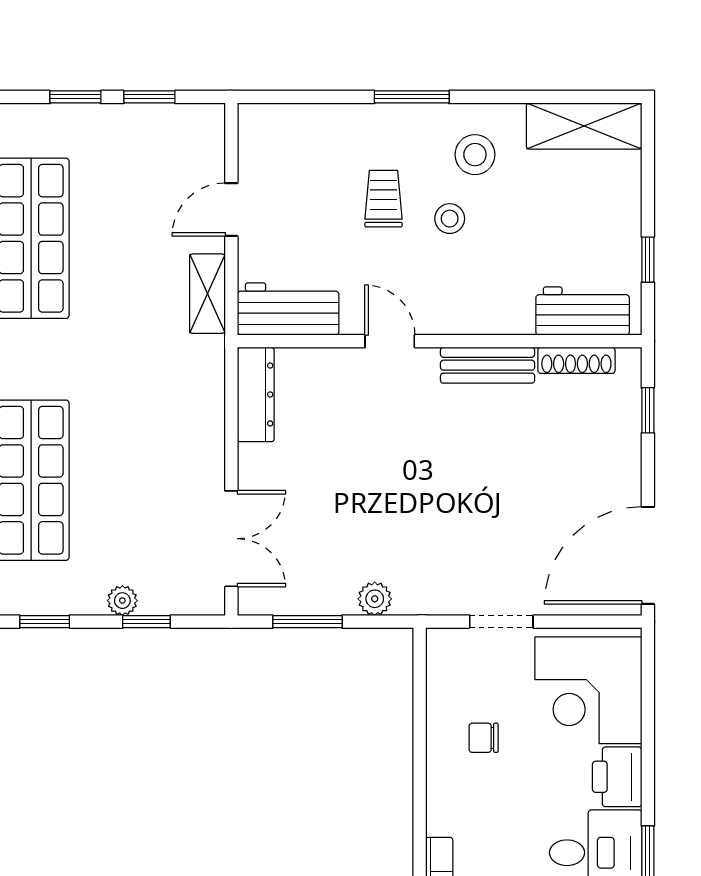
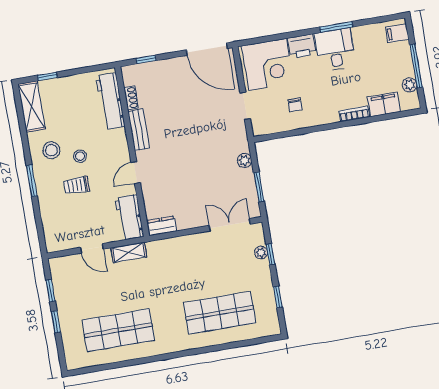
window: (648, 260) -> (47, 76), moved
workbench: (583, 311) -> (110, 101), width x1.38
shoe rack: (576, 360) -> (131, 98), width x0.70
dresser: (256, 394) -> (162, 226), width x0.70
plant: (122, 601) -> (261, 253), moved

